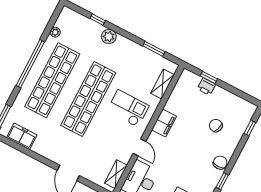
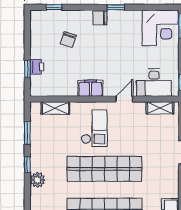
window: (98, 20) -> (27, 164), moved
checkout: (128, 108) -> (94, 128), turned 180

